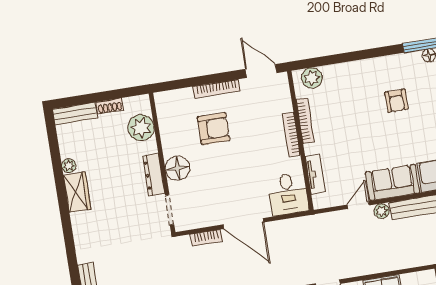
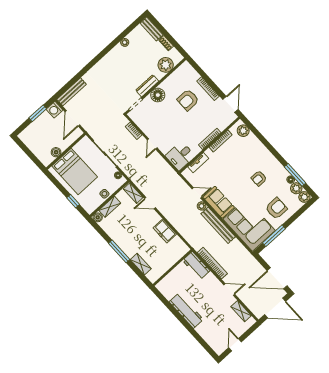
armchair: (214, 129) -> (188, 100), turned 90
wardrobe: (77, 192) -> (115, 55), removed
door: (244, 223) -> (152, 144), width x0.53

